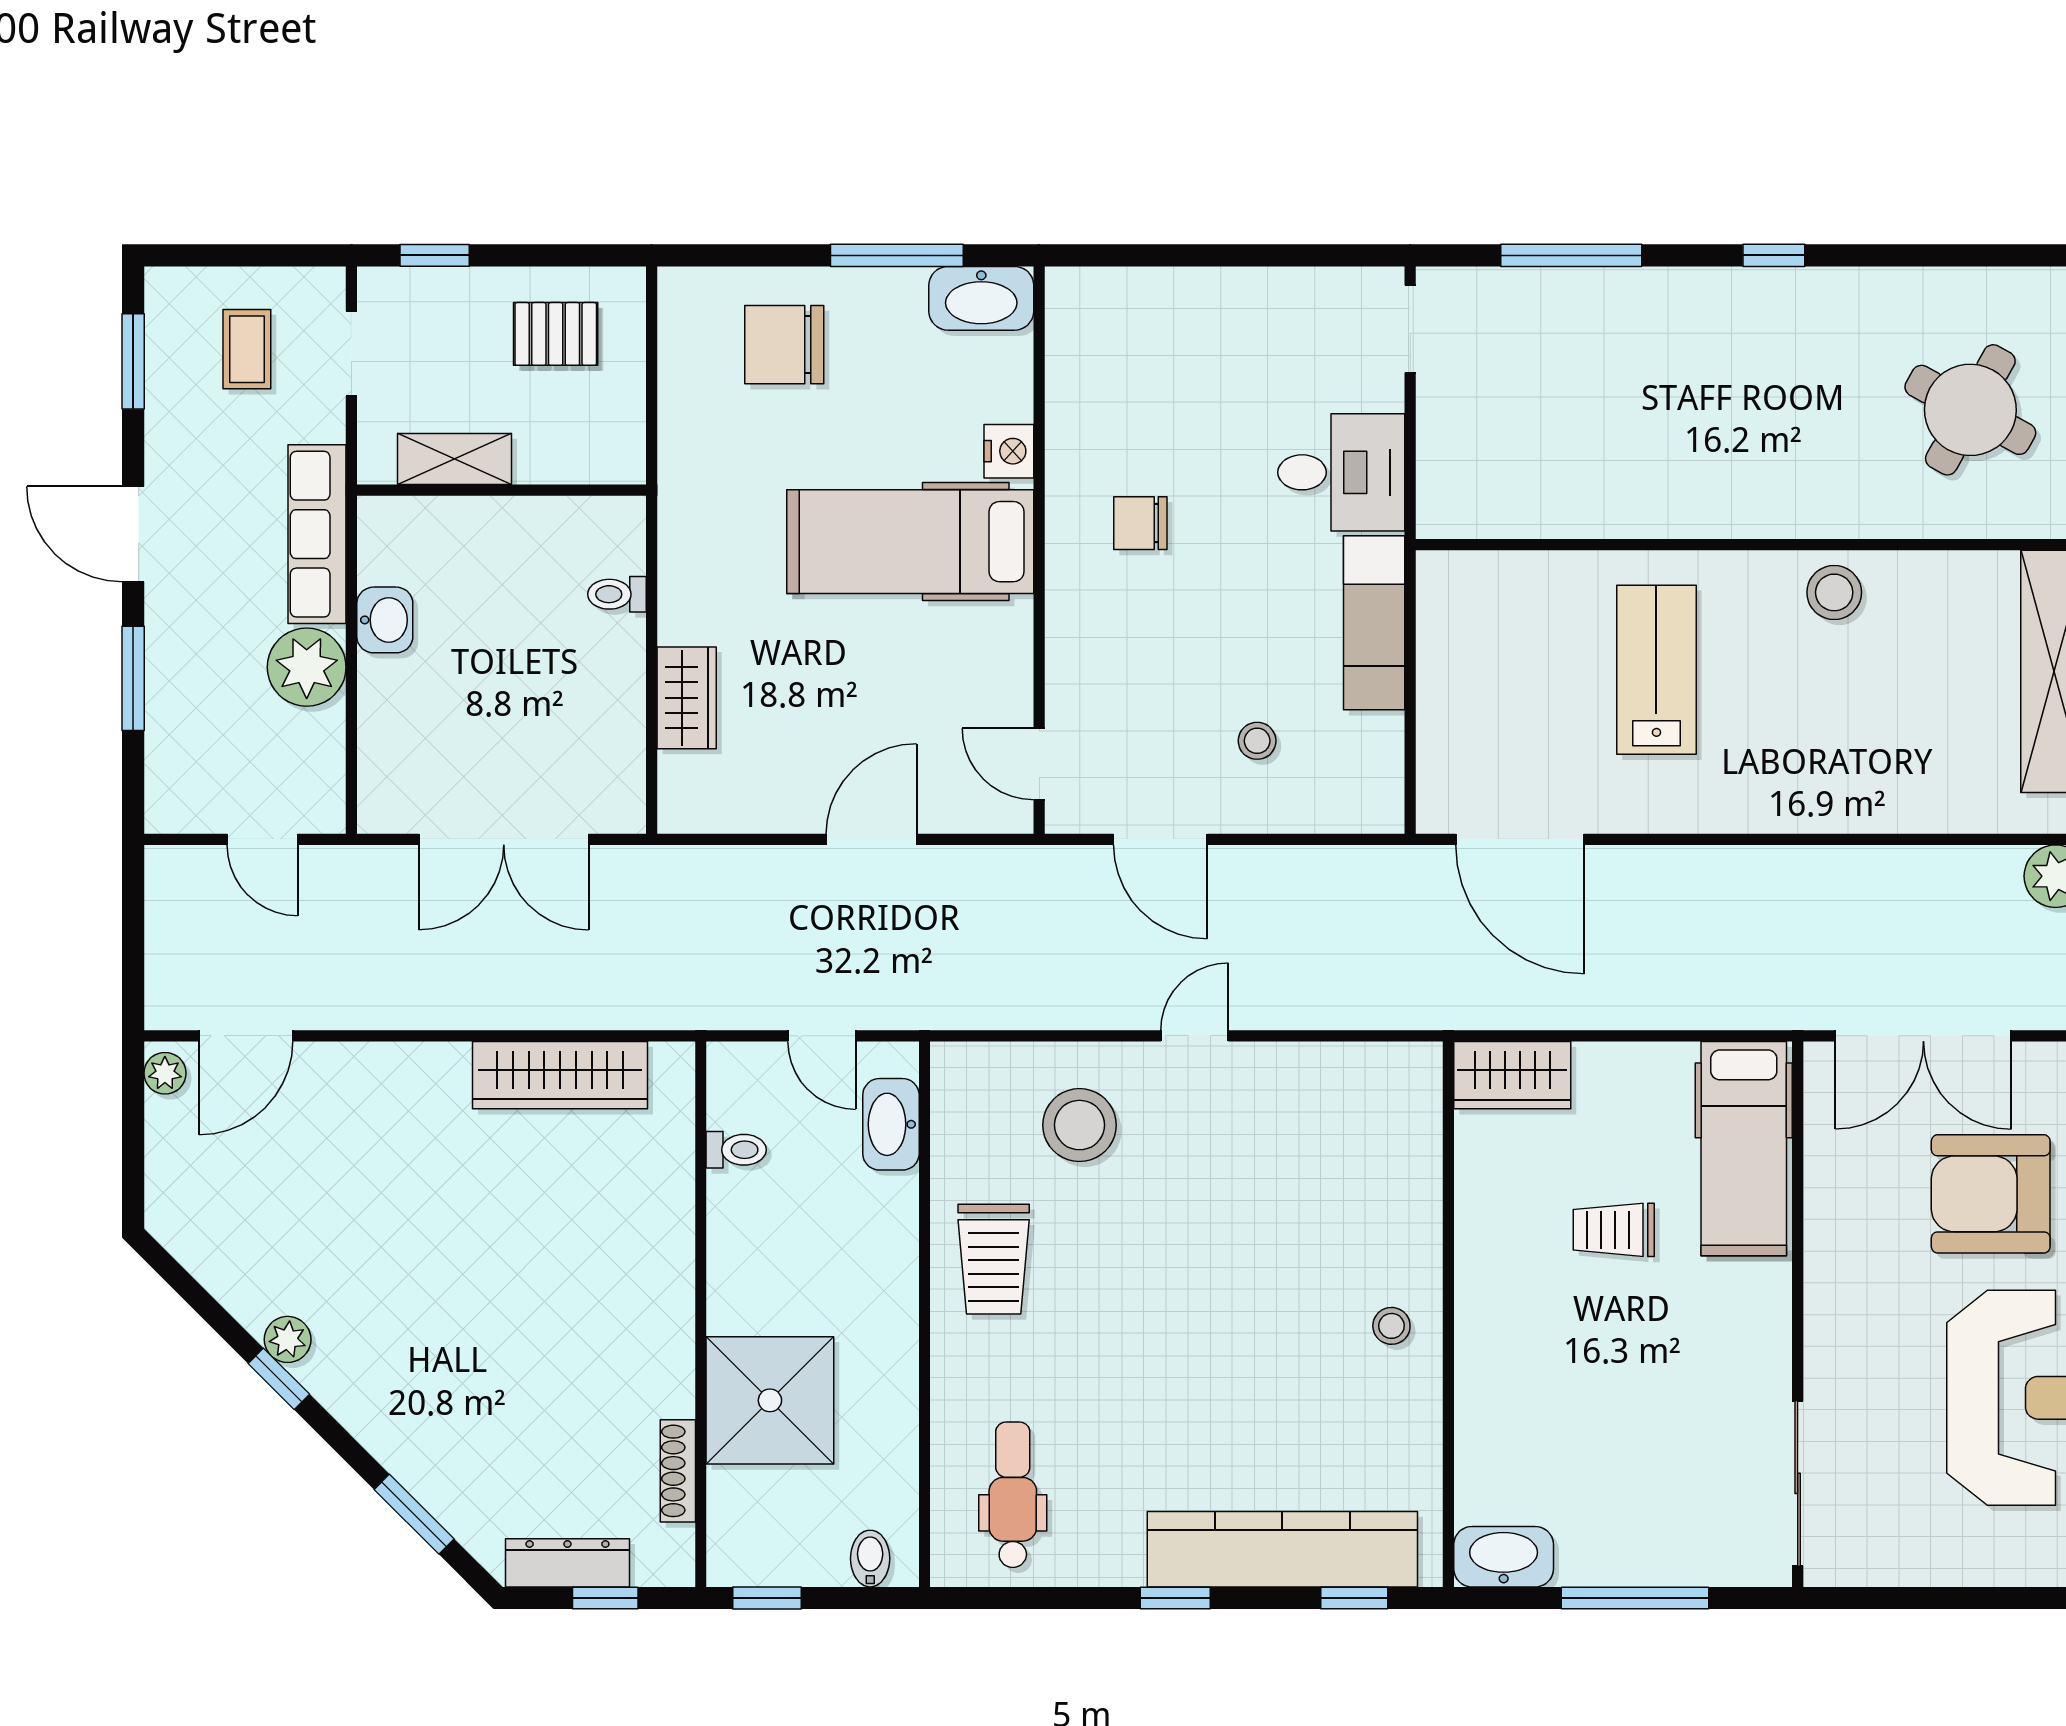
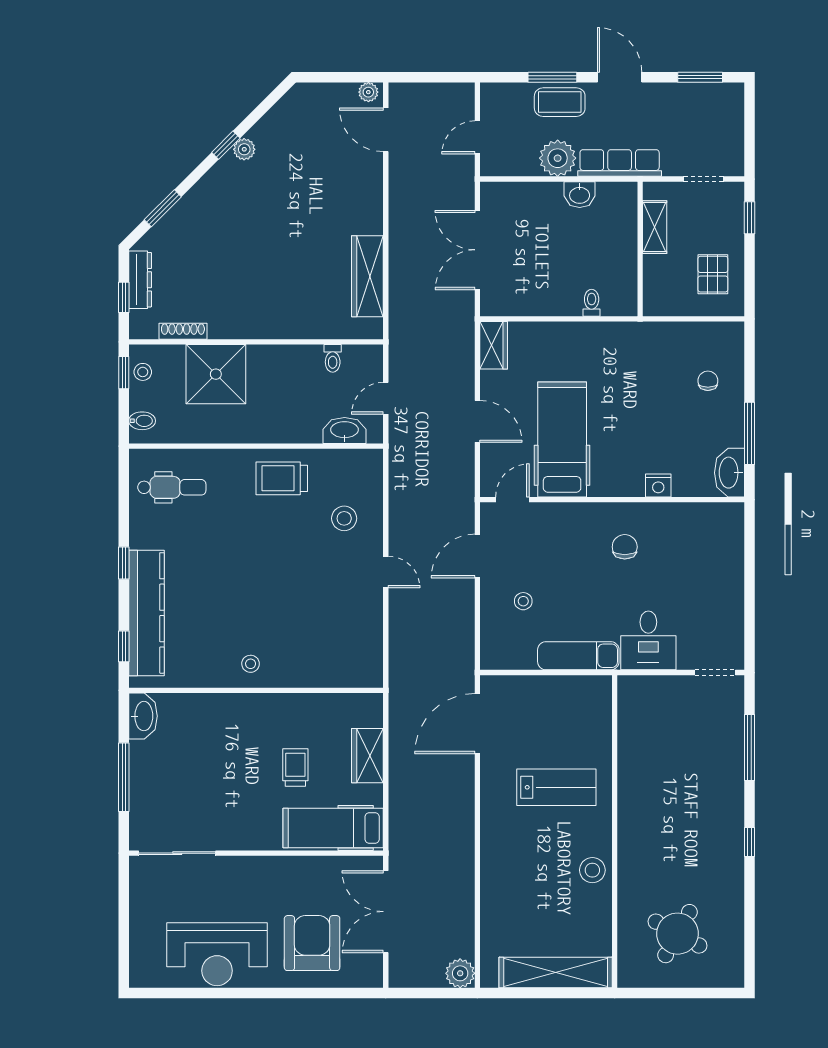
chair: (784, 345) -> (708, 381), width x0.54, depth x0.54
coffee table: (247, 349) -> (560, 102), moved, width x1.36, depth x1.30
door: (133, 534) -> (620, 77), hinge flipped
hospital bed: (910, 542) -> (562, 439), moved
wardrobe: (687, 698) -> (494, 345), moved, turned -90
wardrobe: (1512, 1075) -> (367, 756), moved
stool: (1079, 1125) -> (344, 518), width x0.73, depth x0.73
stool: (765, 1557) -> (143, 372), added

